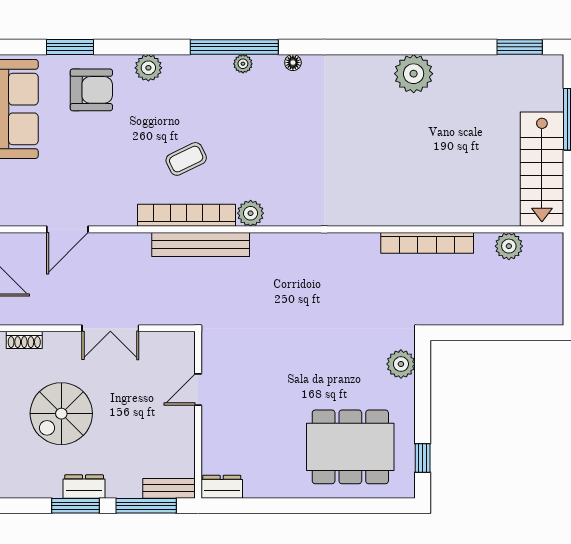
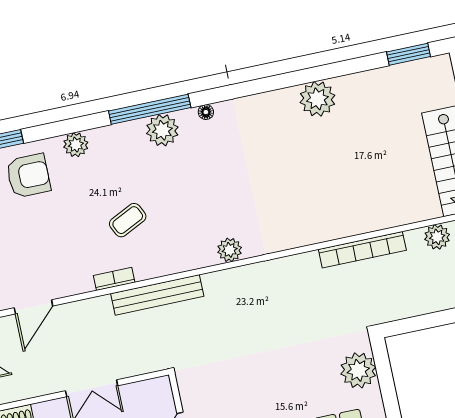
plant: (243, 64) -> (162, 130), width x1.87, depth x1.87
plant: (251, 213) -> (230, 250), moved
bookcase: (186, 215) -> (114, 279), width x0.43, depth x0.76
plant: (401, 364) -> (358, 370), width x1.36, depth x1.36

